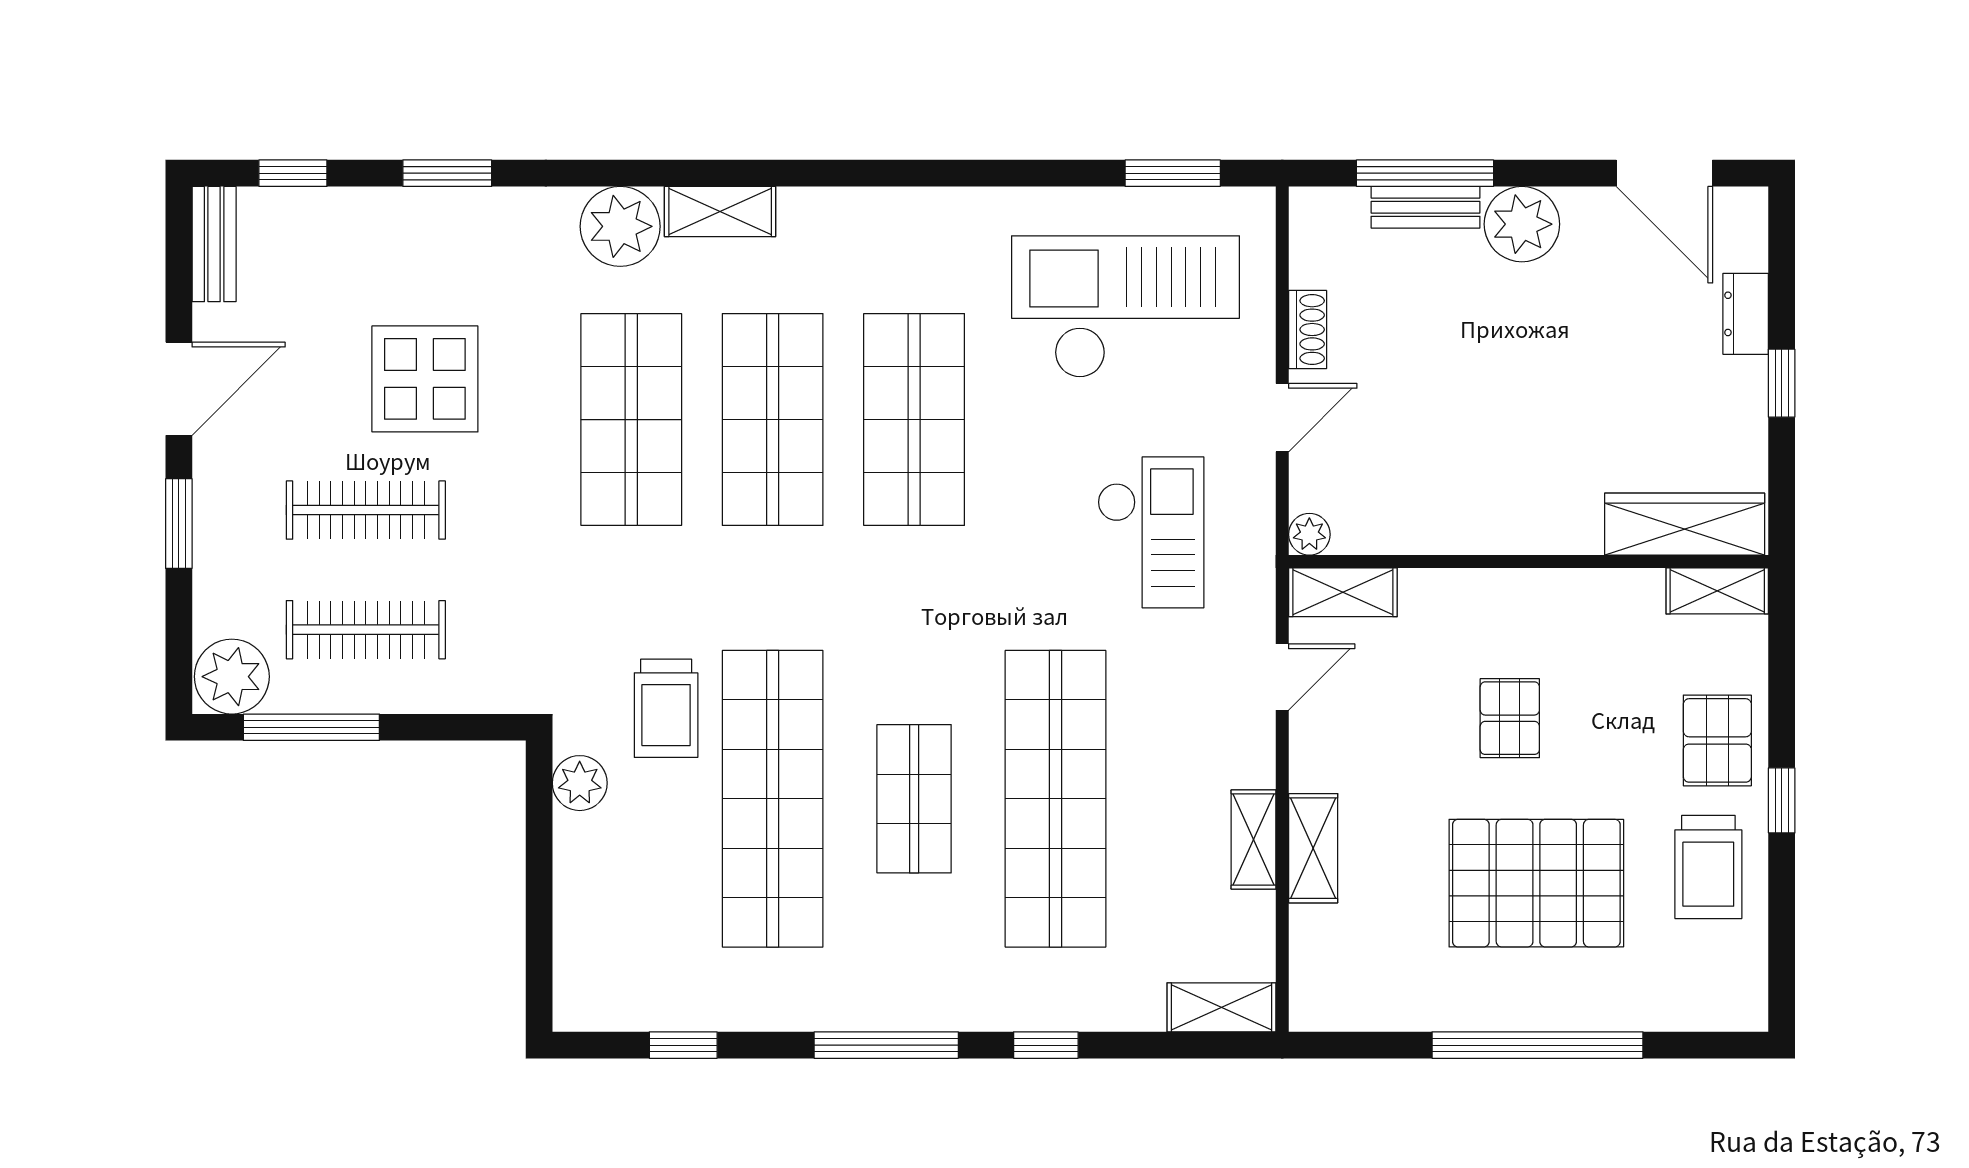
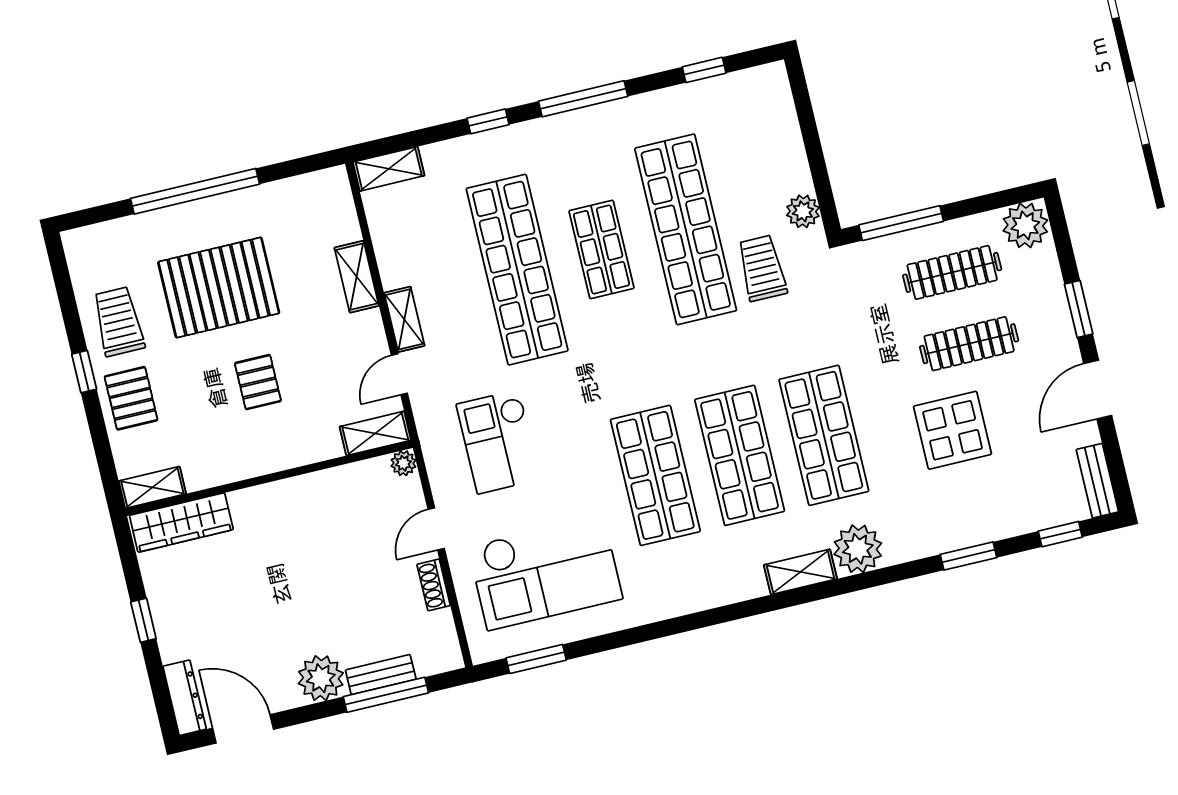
dresser: (1746, 314) -> (185, 698), moved, width x1.44
window: (311, 727) -> (901, 223), moved
shelving: (1253, 840) -> (404, 319), moved

